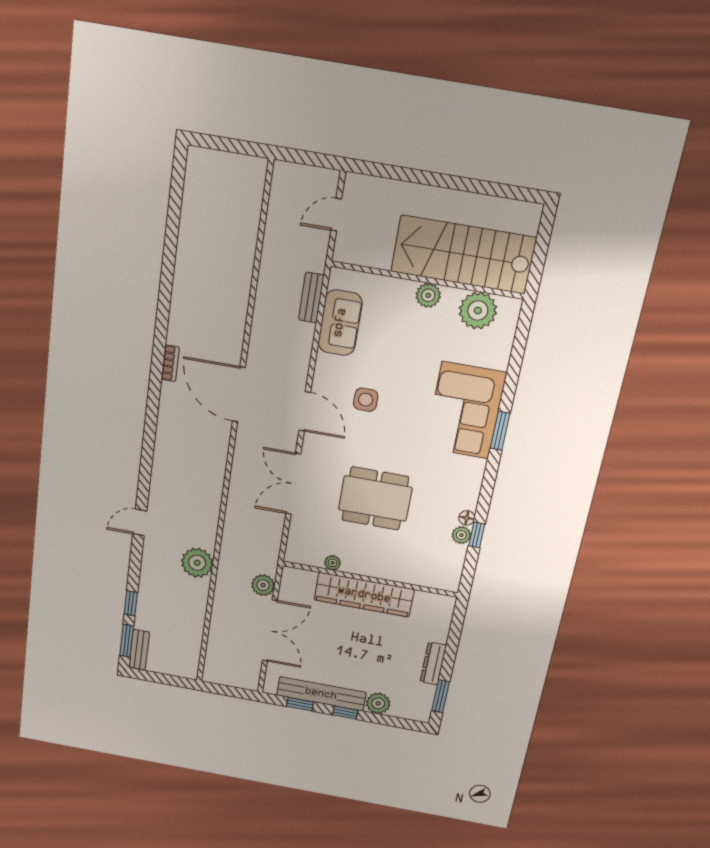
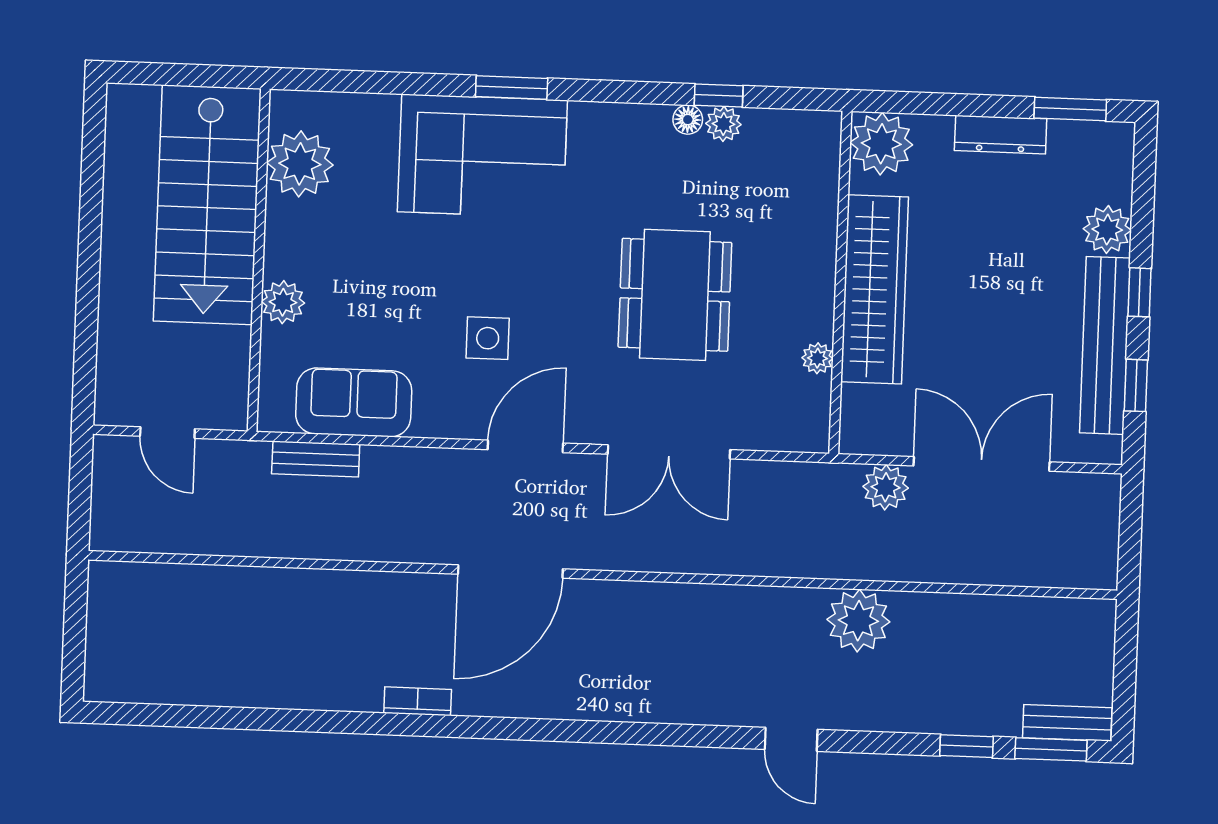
plant: (428, 295) -> (283, 302), moved
bookcase: (170, 363) -> (418, 701), moved
plant: (438, 609) -> (881, 144), added

